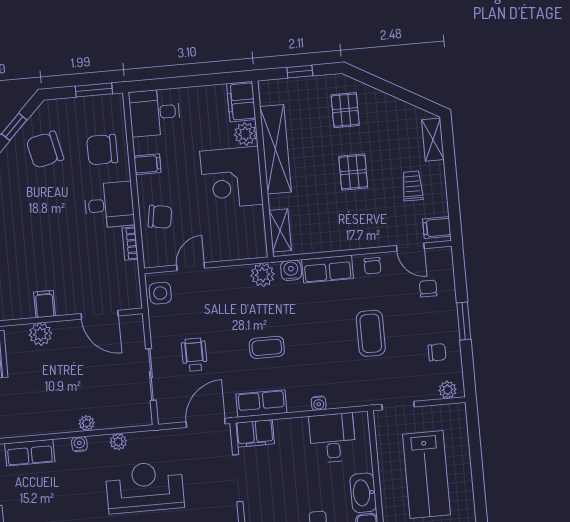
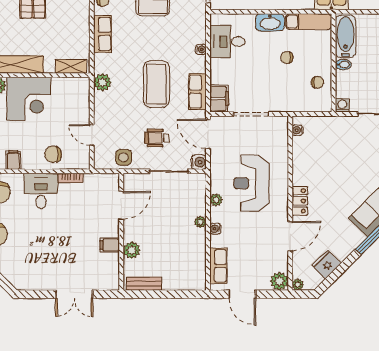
chair: (160, 217) -> (53, 154), turned -99
water cooler: (291, 270) -> (199, 162), moved, turned 180
side table: (160, 293) -> (124, 157), moved
coffee table: (267, 347) -> (156, 84), width x1.86, depth x1.72

